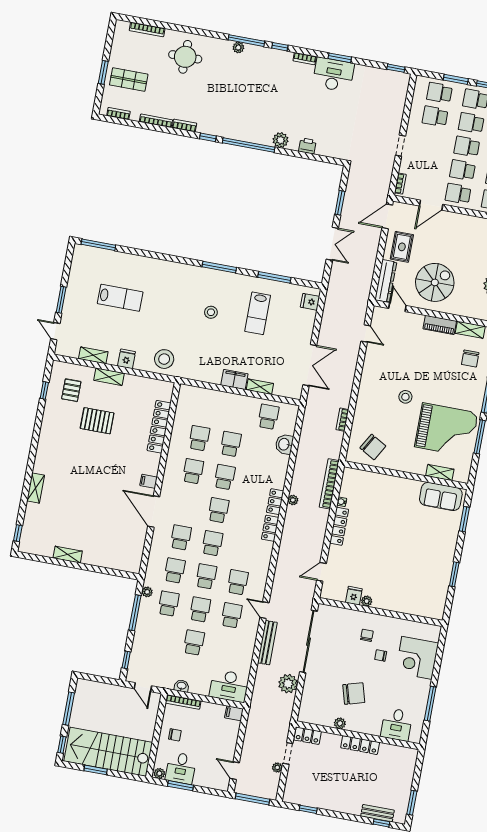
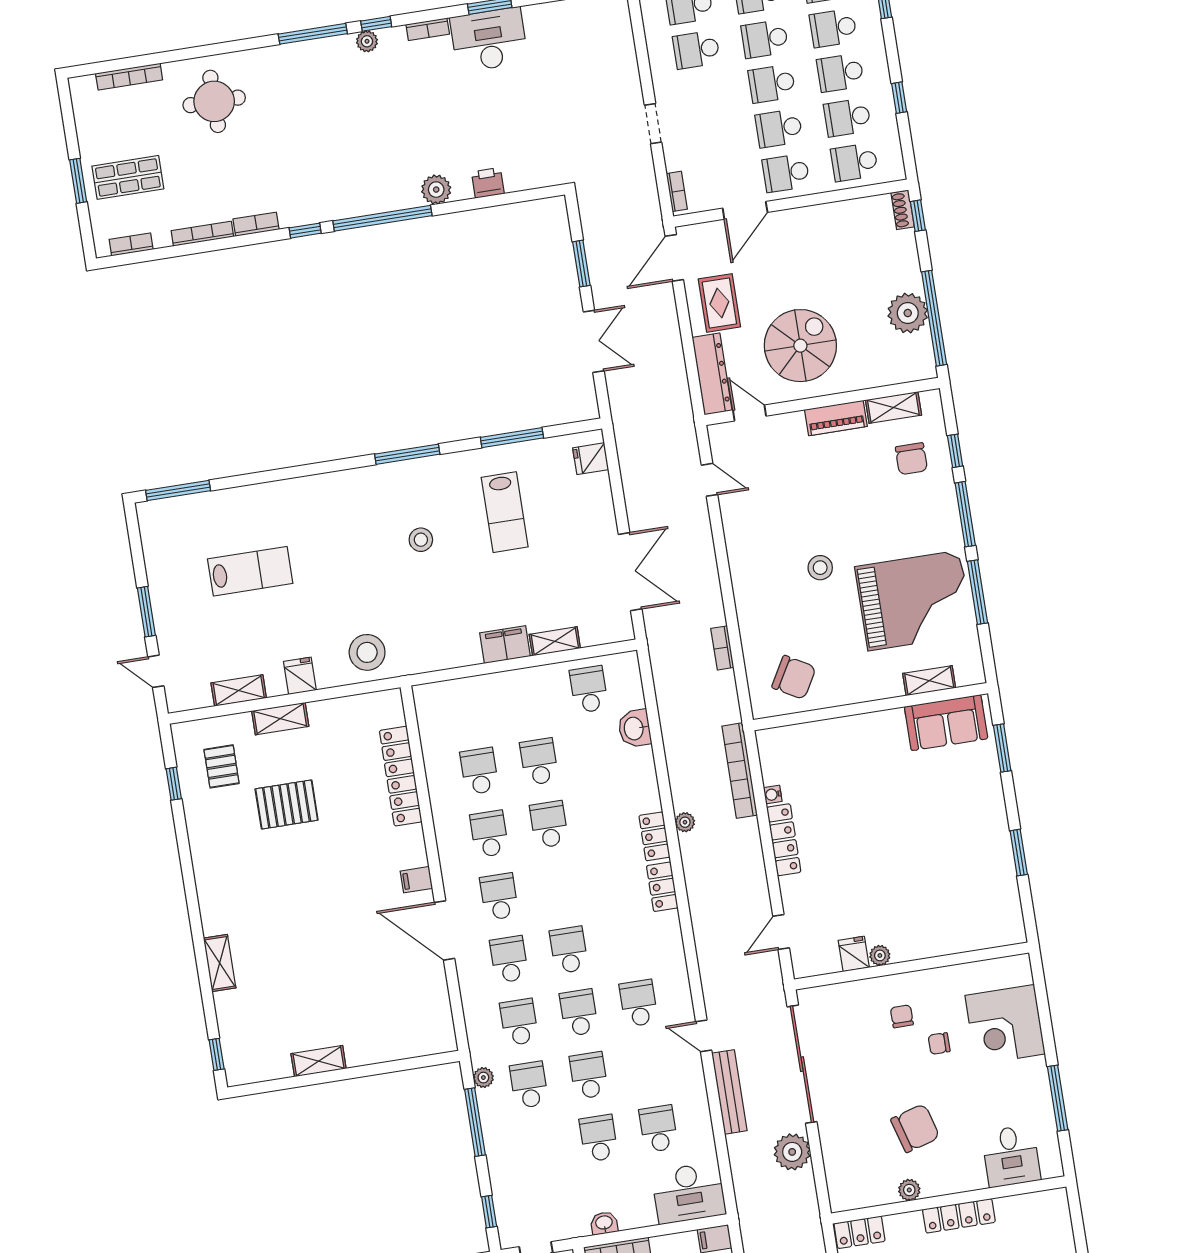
plant: (238, 48) -> (367, 41), moved
school desk: (218, 510) -> (499, 897), moved
school desk: (232, 615) -> (658, 1129), moved

